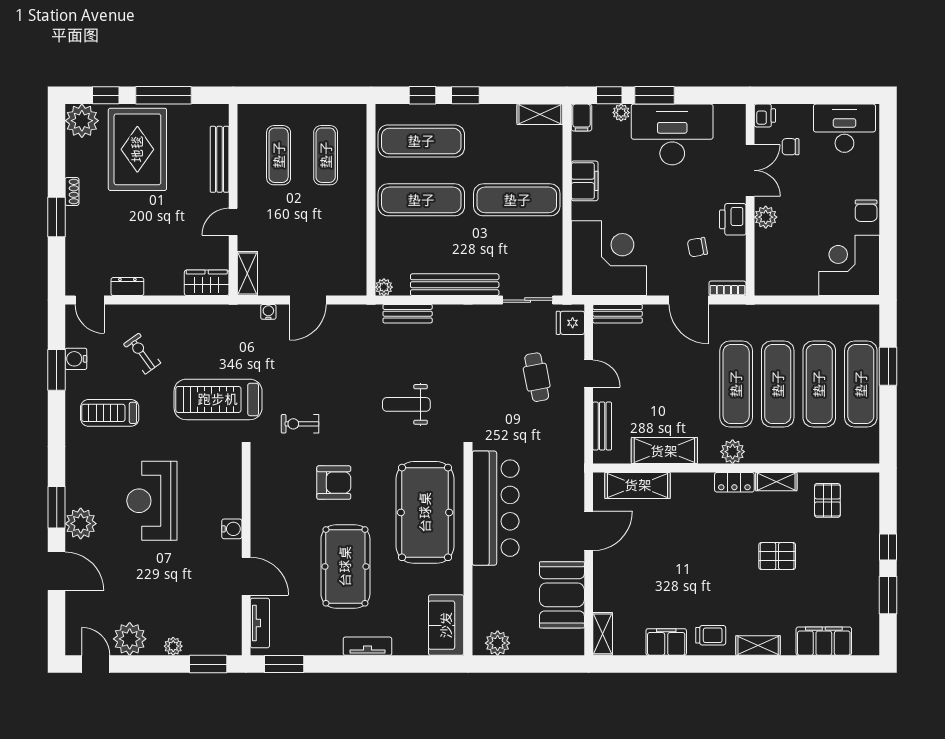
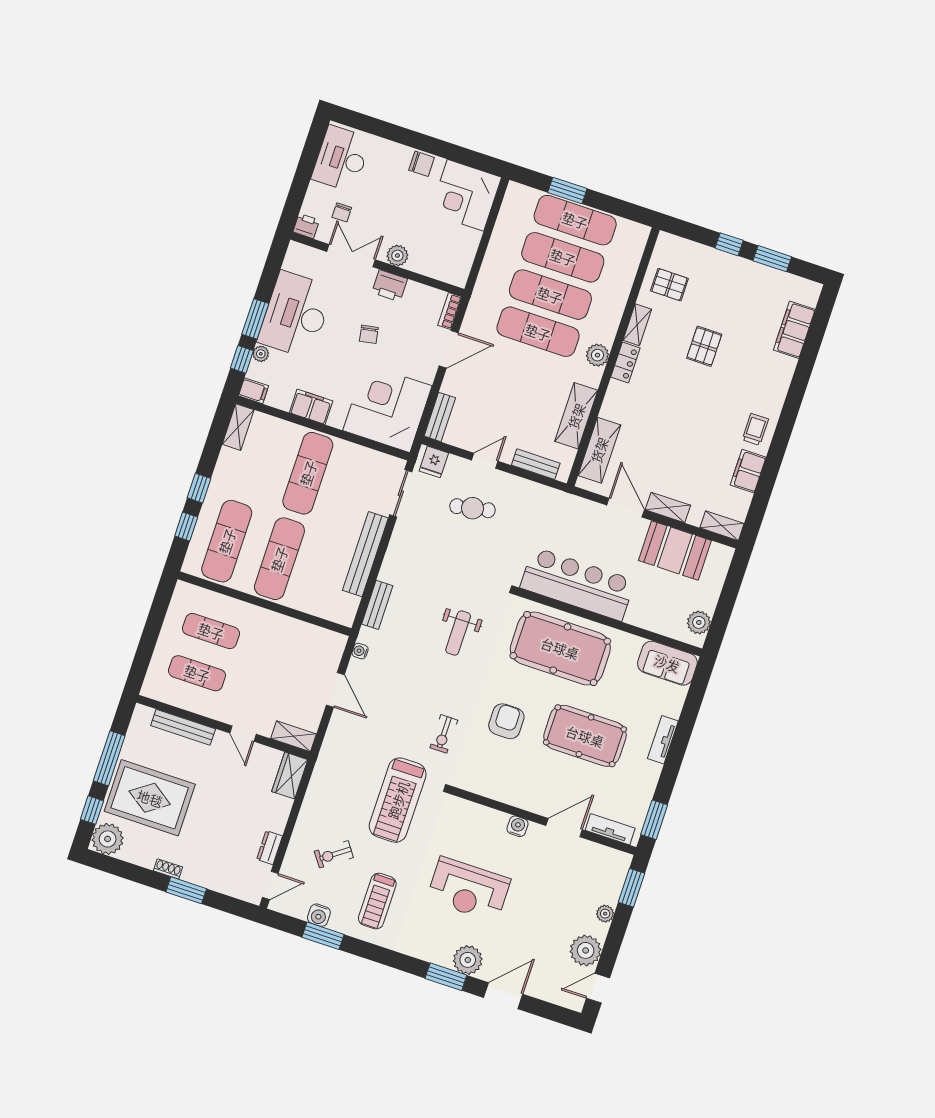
chair: (697, 247) -> (369, 334), moved
plant: (384, 287) -> (346, 618), removed
water cooler: (268, 312) -> (360, 651), moved
shelving: (758, 646) -> (668, 507), moved, turned 90

